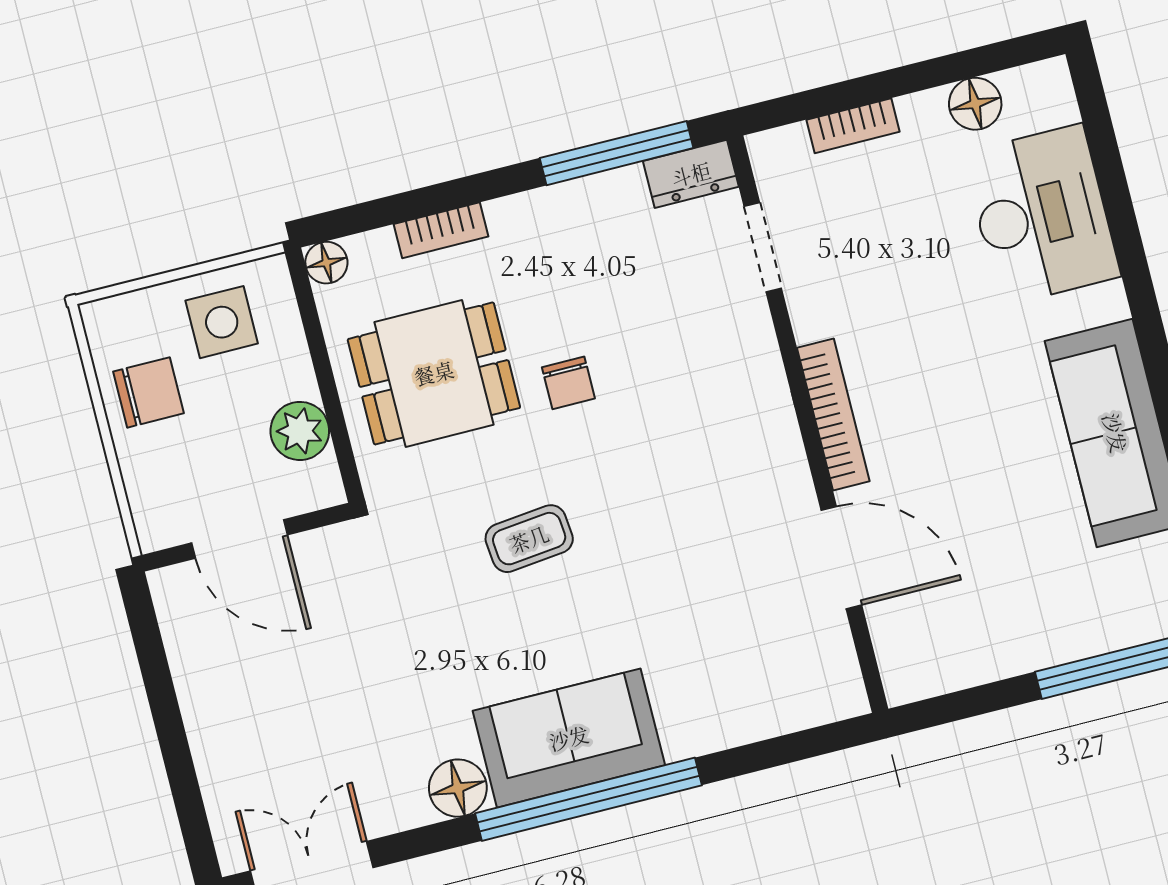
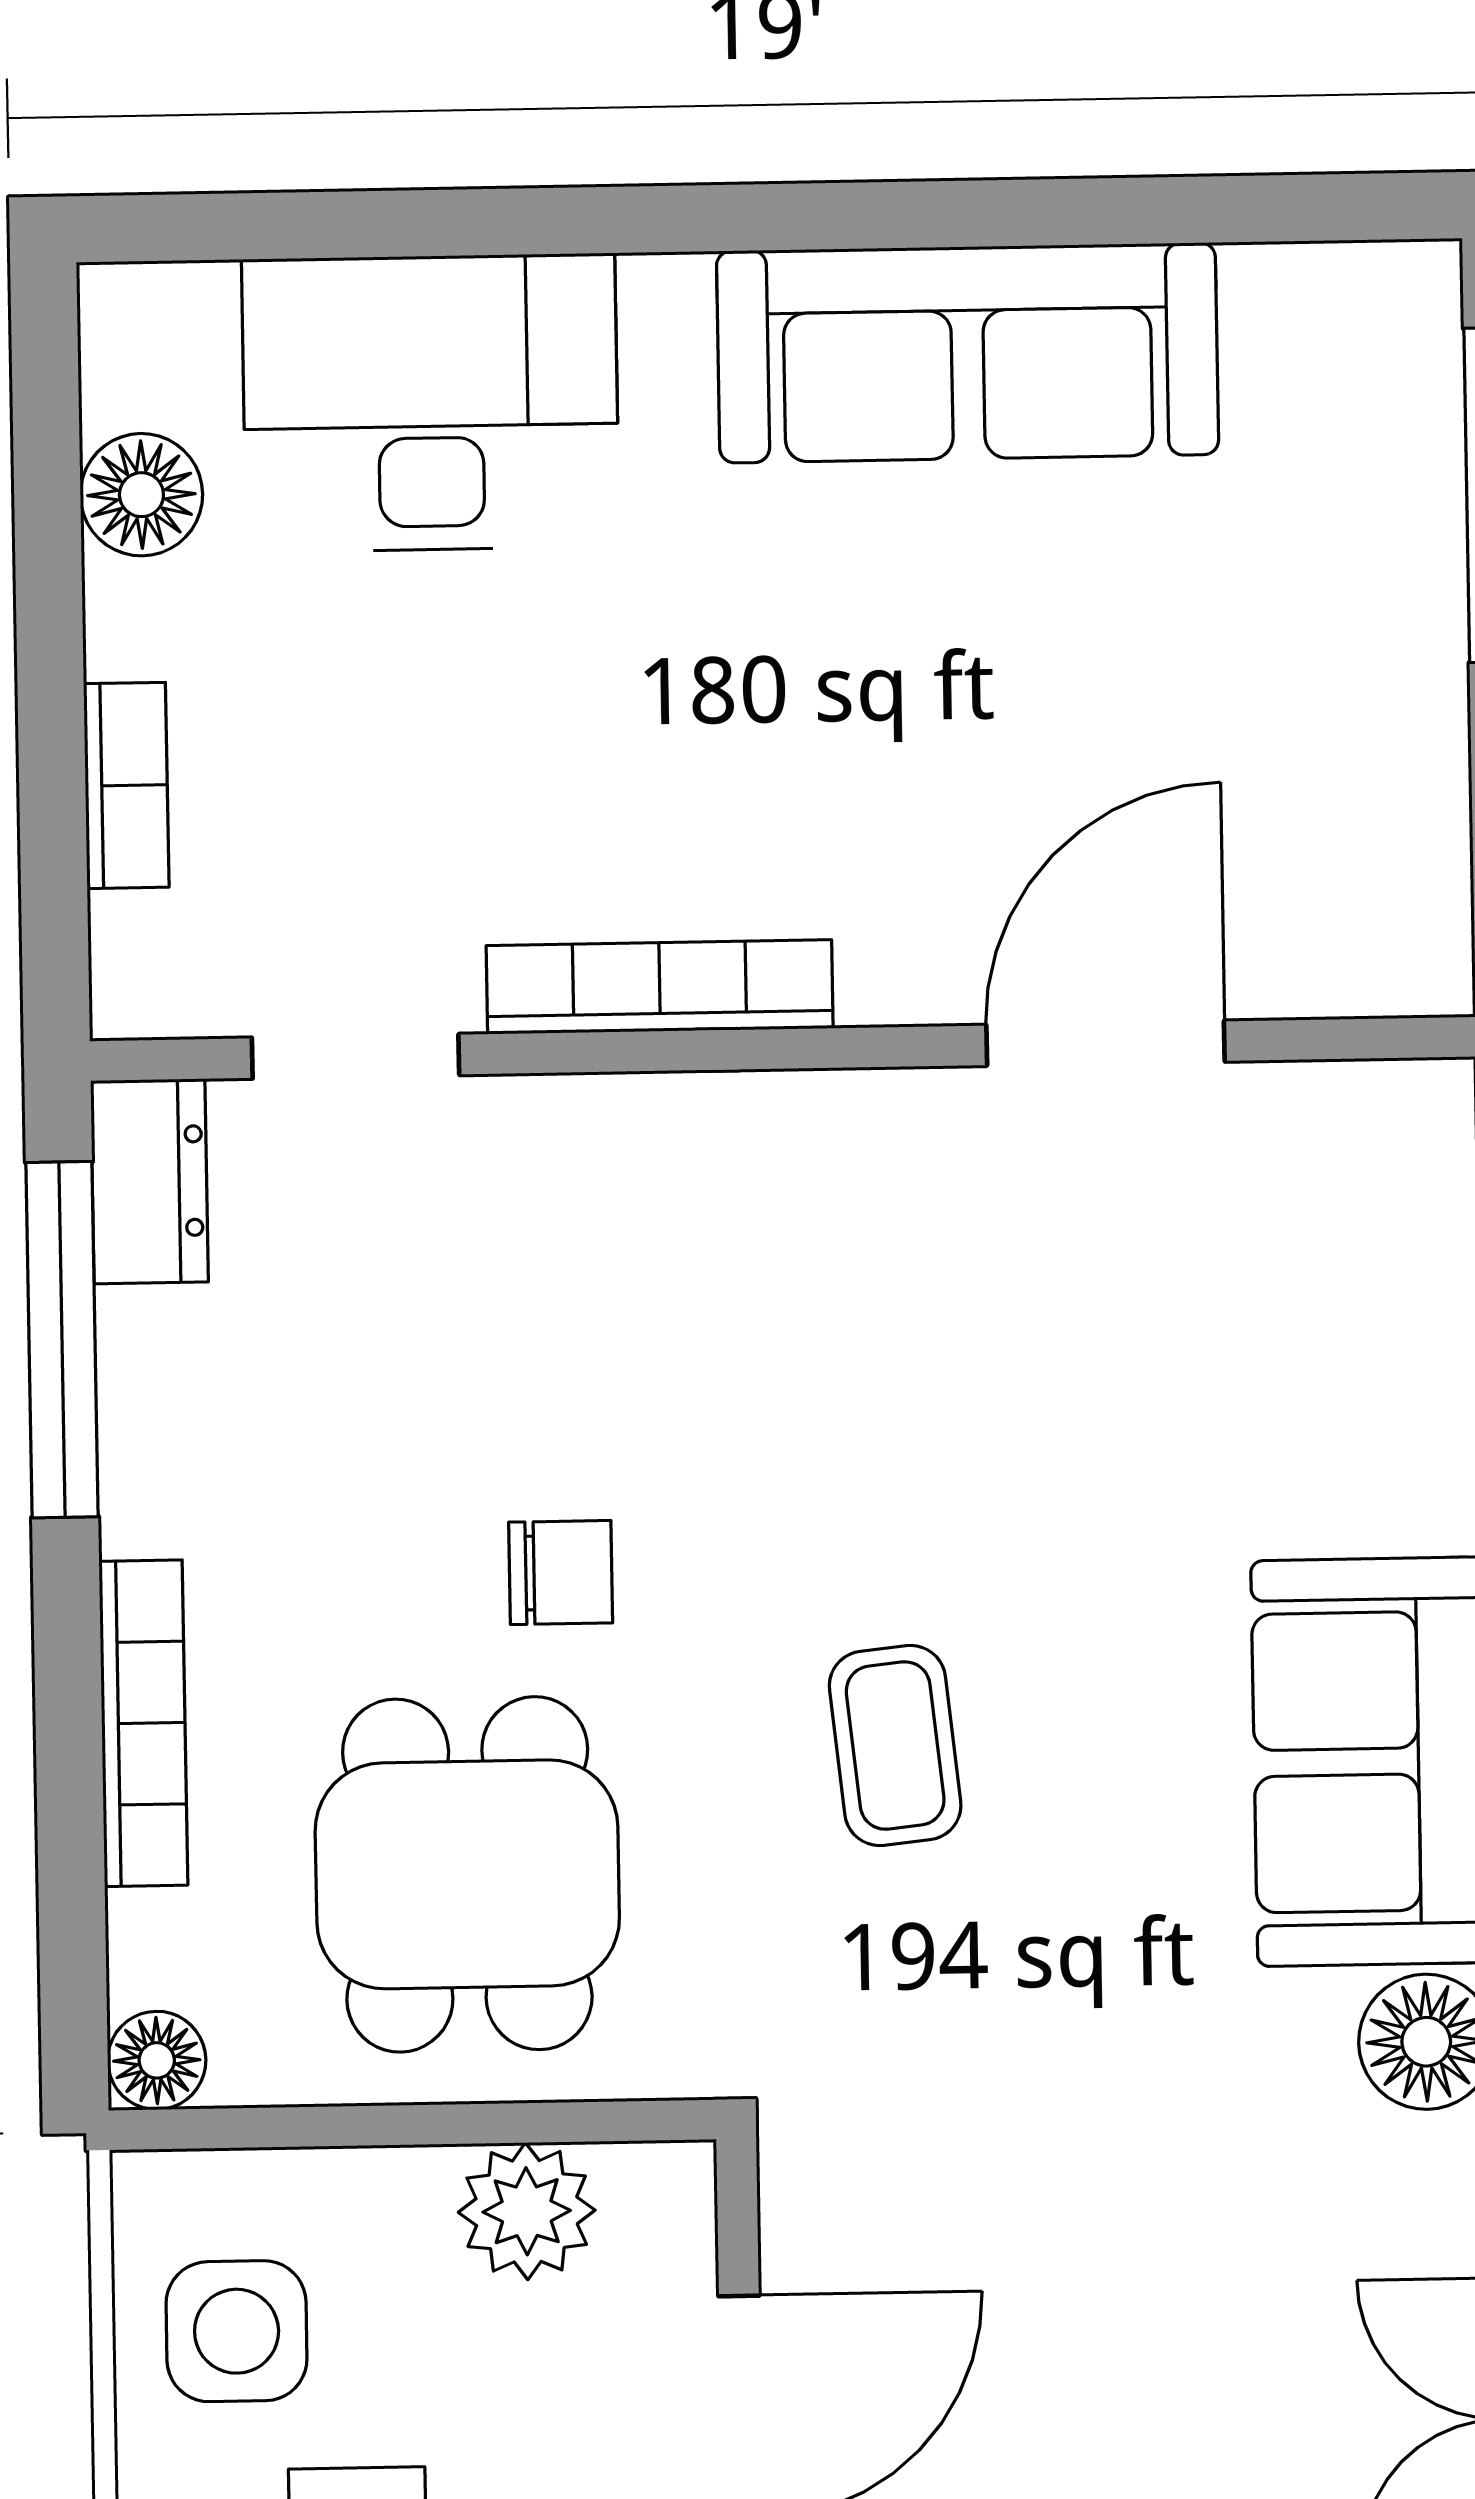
bookcase: (441, 230) -> (143, 1723), width x1.56
bookcase: (833, 415) -> (660, 987), moved

